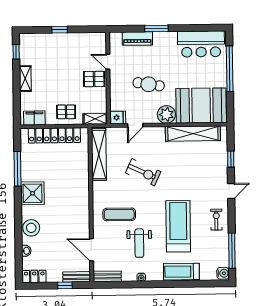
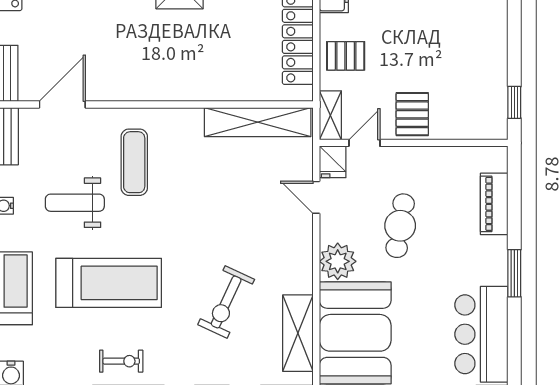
window: (156, 28) -> (514, 273), moved
window: (60, 30) -> (514, 102), moved
door: (108, 62) -> (364, 143), moved
pallet: (66, 112) -> (346, 56), turned 90
shelving: (193, 134) -> (298, 333), width x0.68
exercise bike: (143, 172) -> (226, 302), moved

